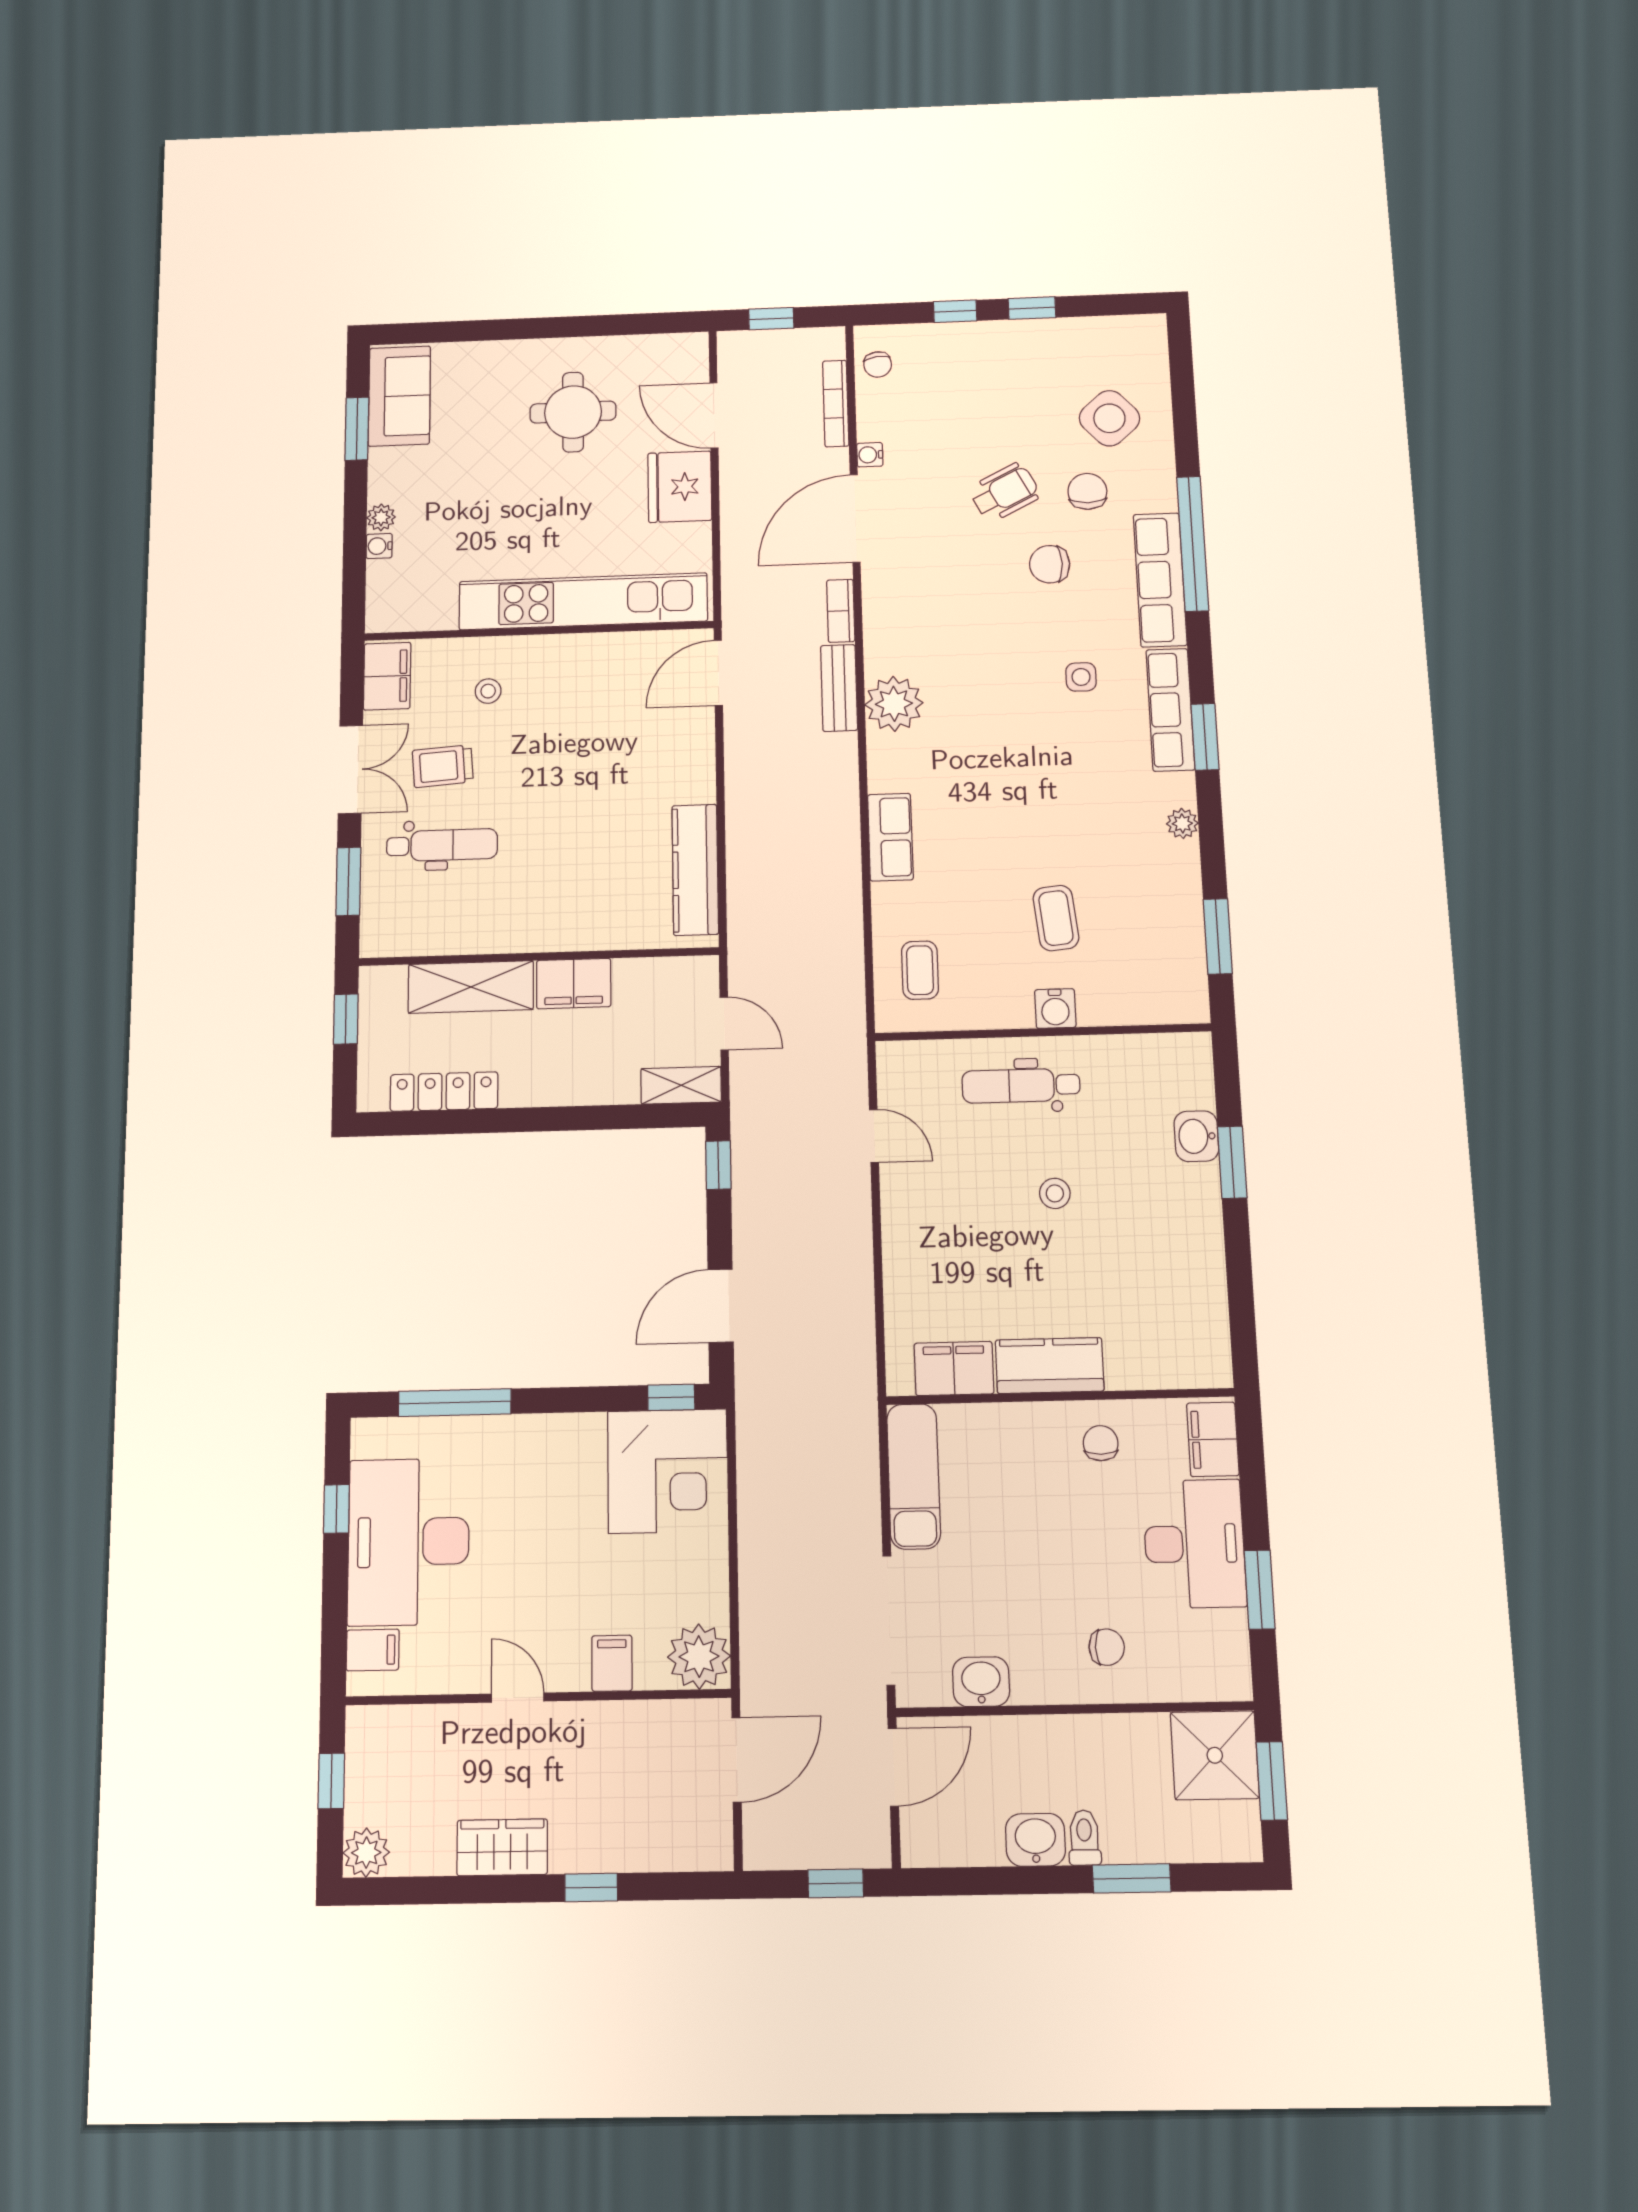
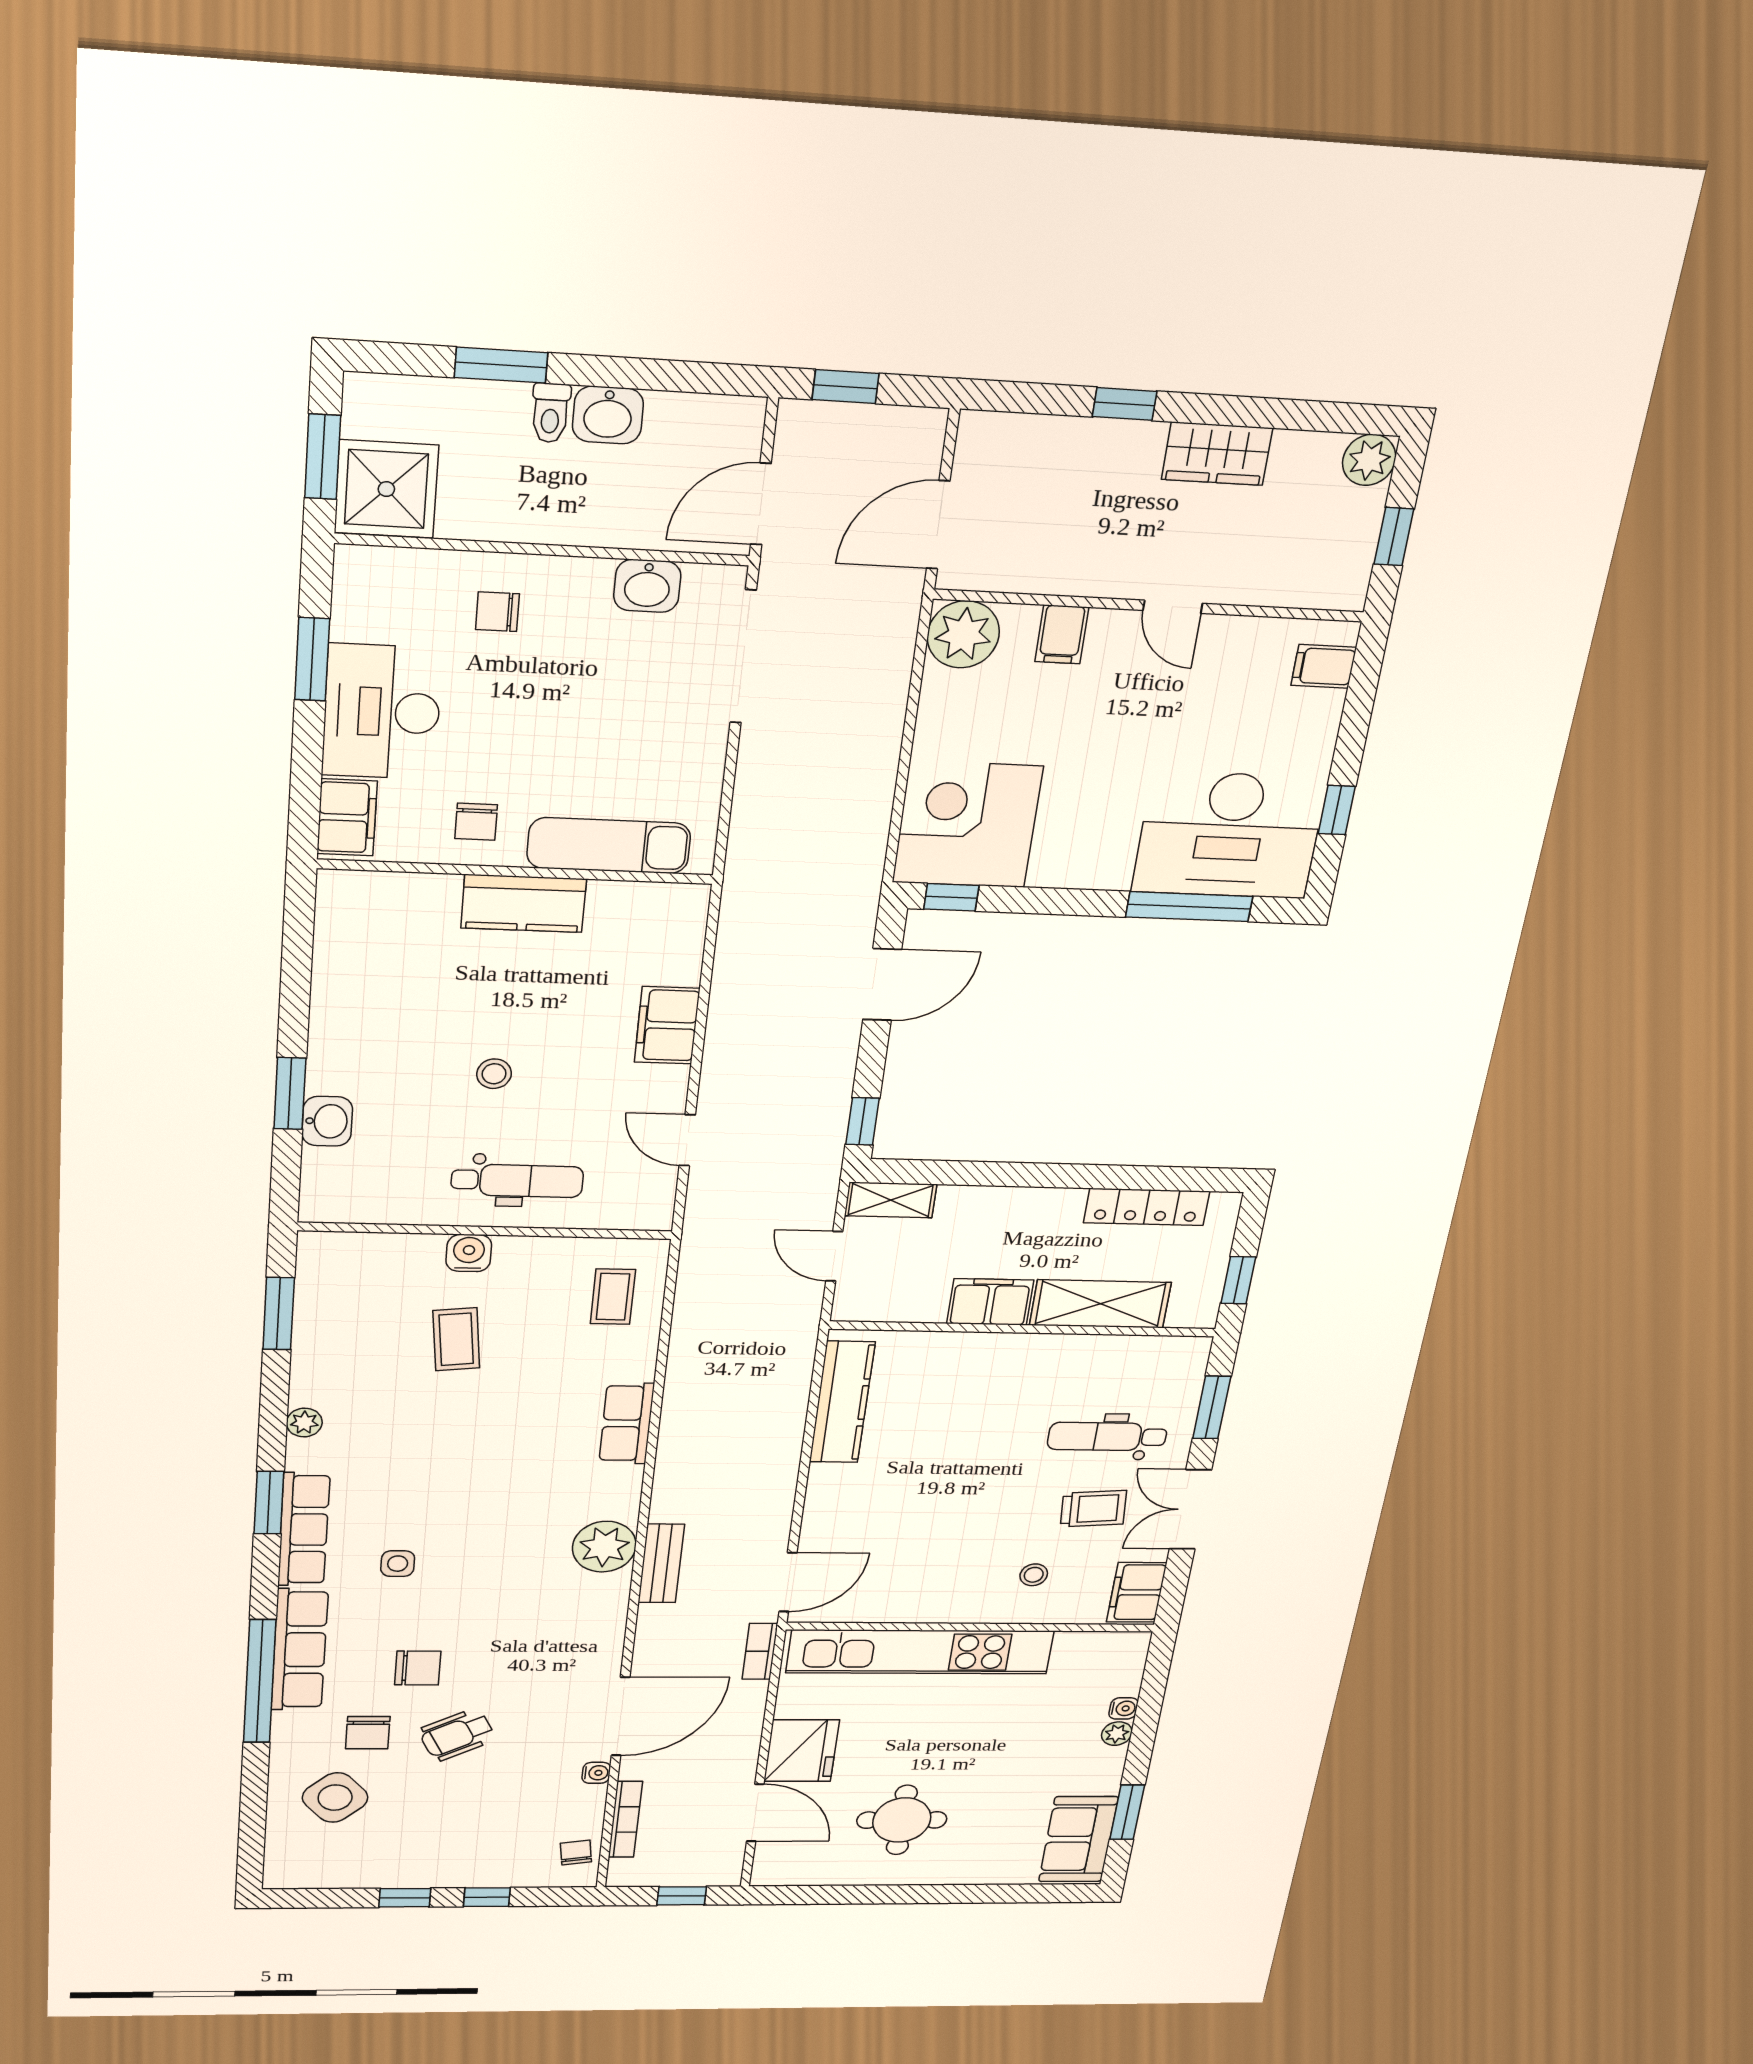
bookcase: (841, 611) -> (760, 1651), moved, turned 180
filing cabinet: (954, 1368) -> (667, 1025), moved, turned 90
exam couch: (914, 1476) -> (609, 846), moved, turned 90
desk: (409, 1542) -> (1229, 835), moved, turned 90

